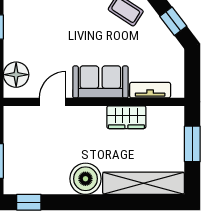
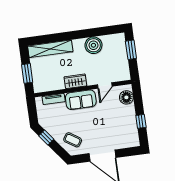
wardrobe: (126, 117) -> (75, 81), moved
boiler: (85, 179) -> (93, 45), moved
window: (29, 202) -> (110, 30), removed

